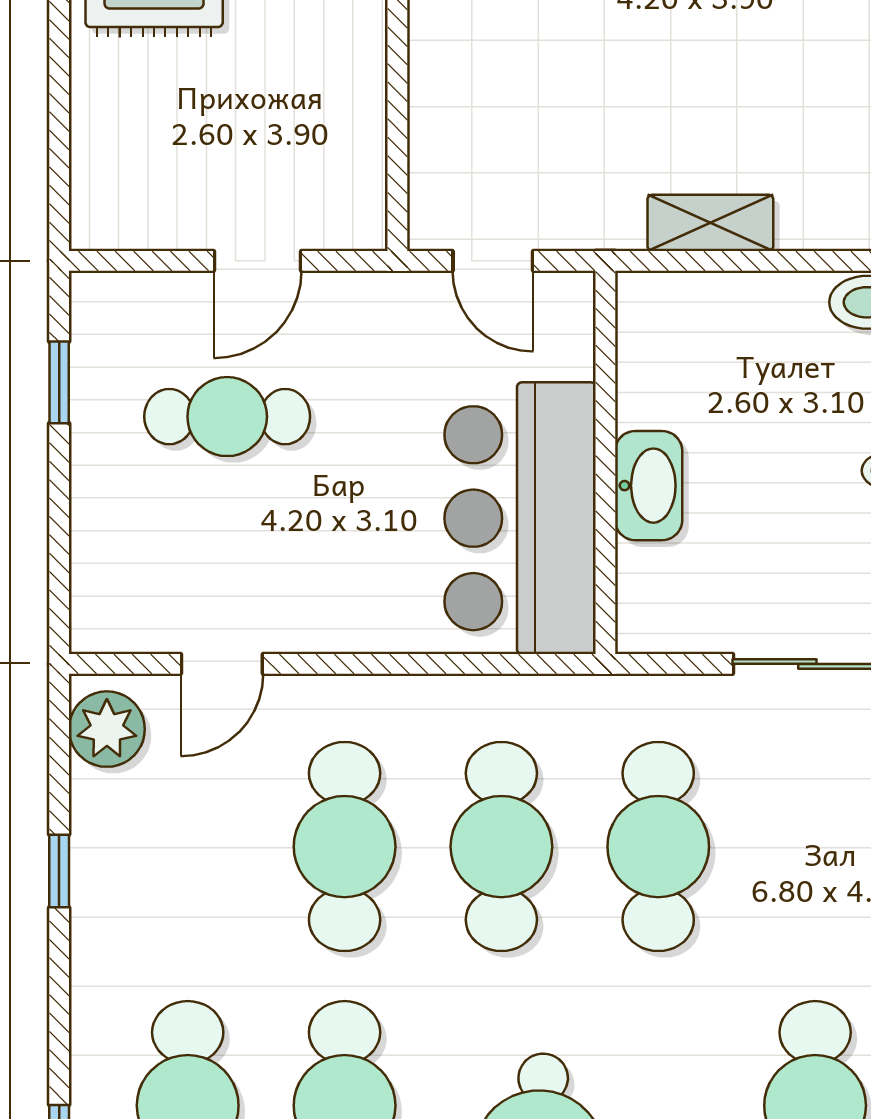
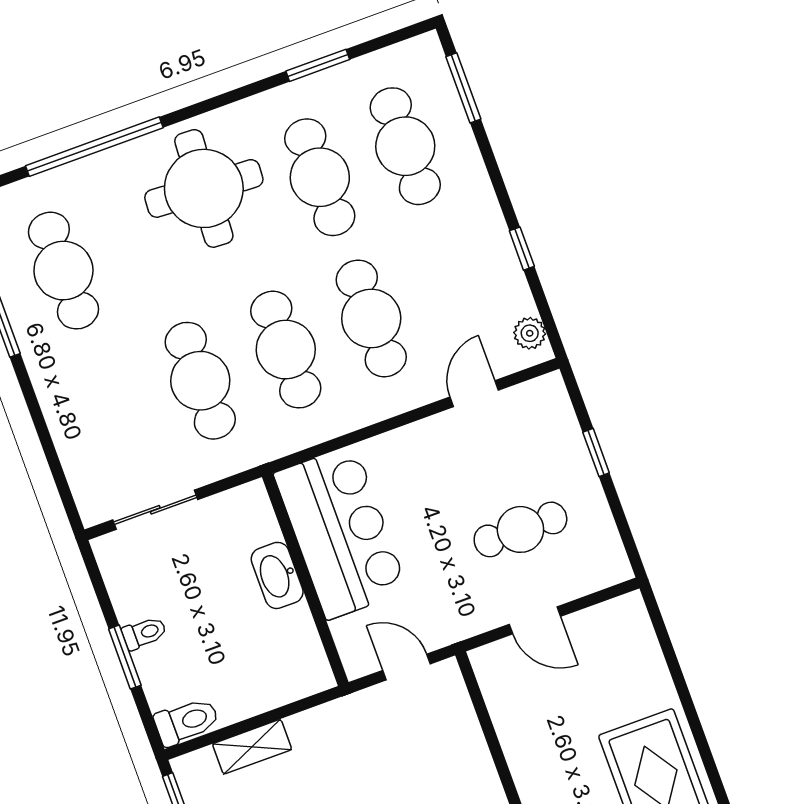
shelving: (710, 223) -> (252, 747), moved
door: (258, 261) -> (535, 620), swing flipped
window: (59, 382) -> (596, 452), moved
plant: (107, 729) -> (530, 333), width x0.73, depth x0.73

